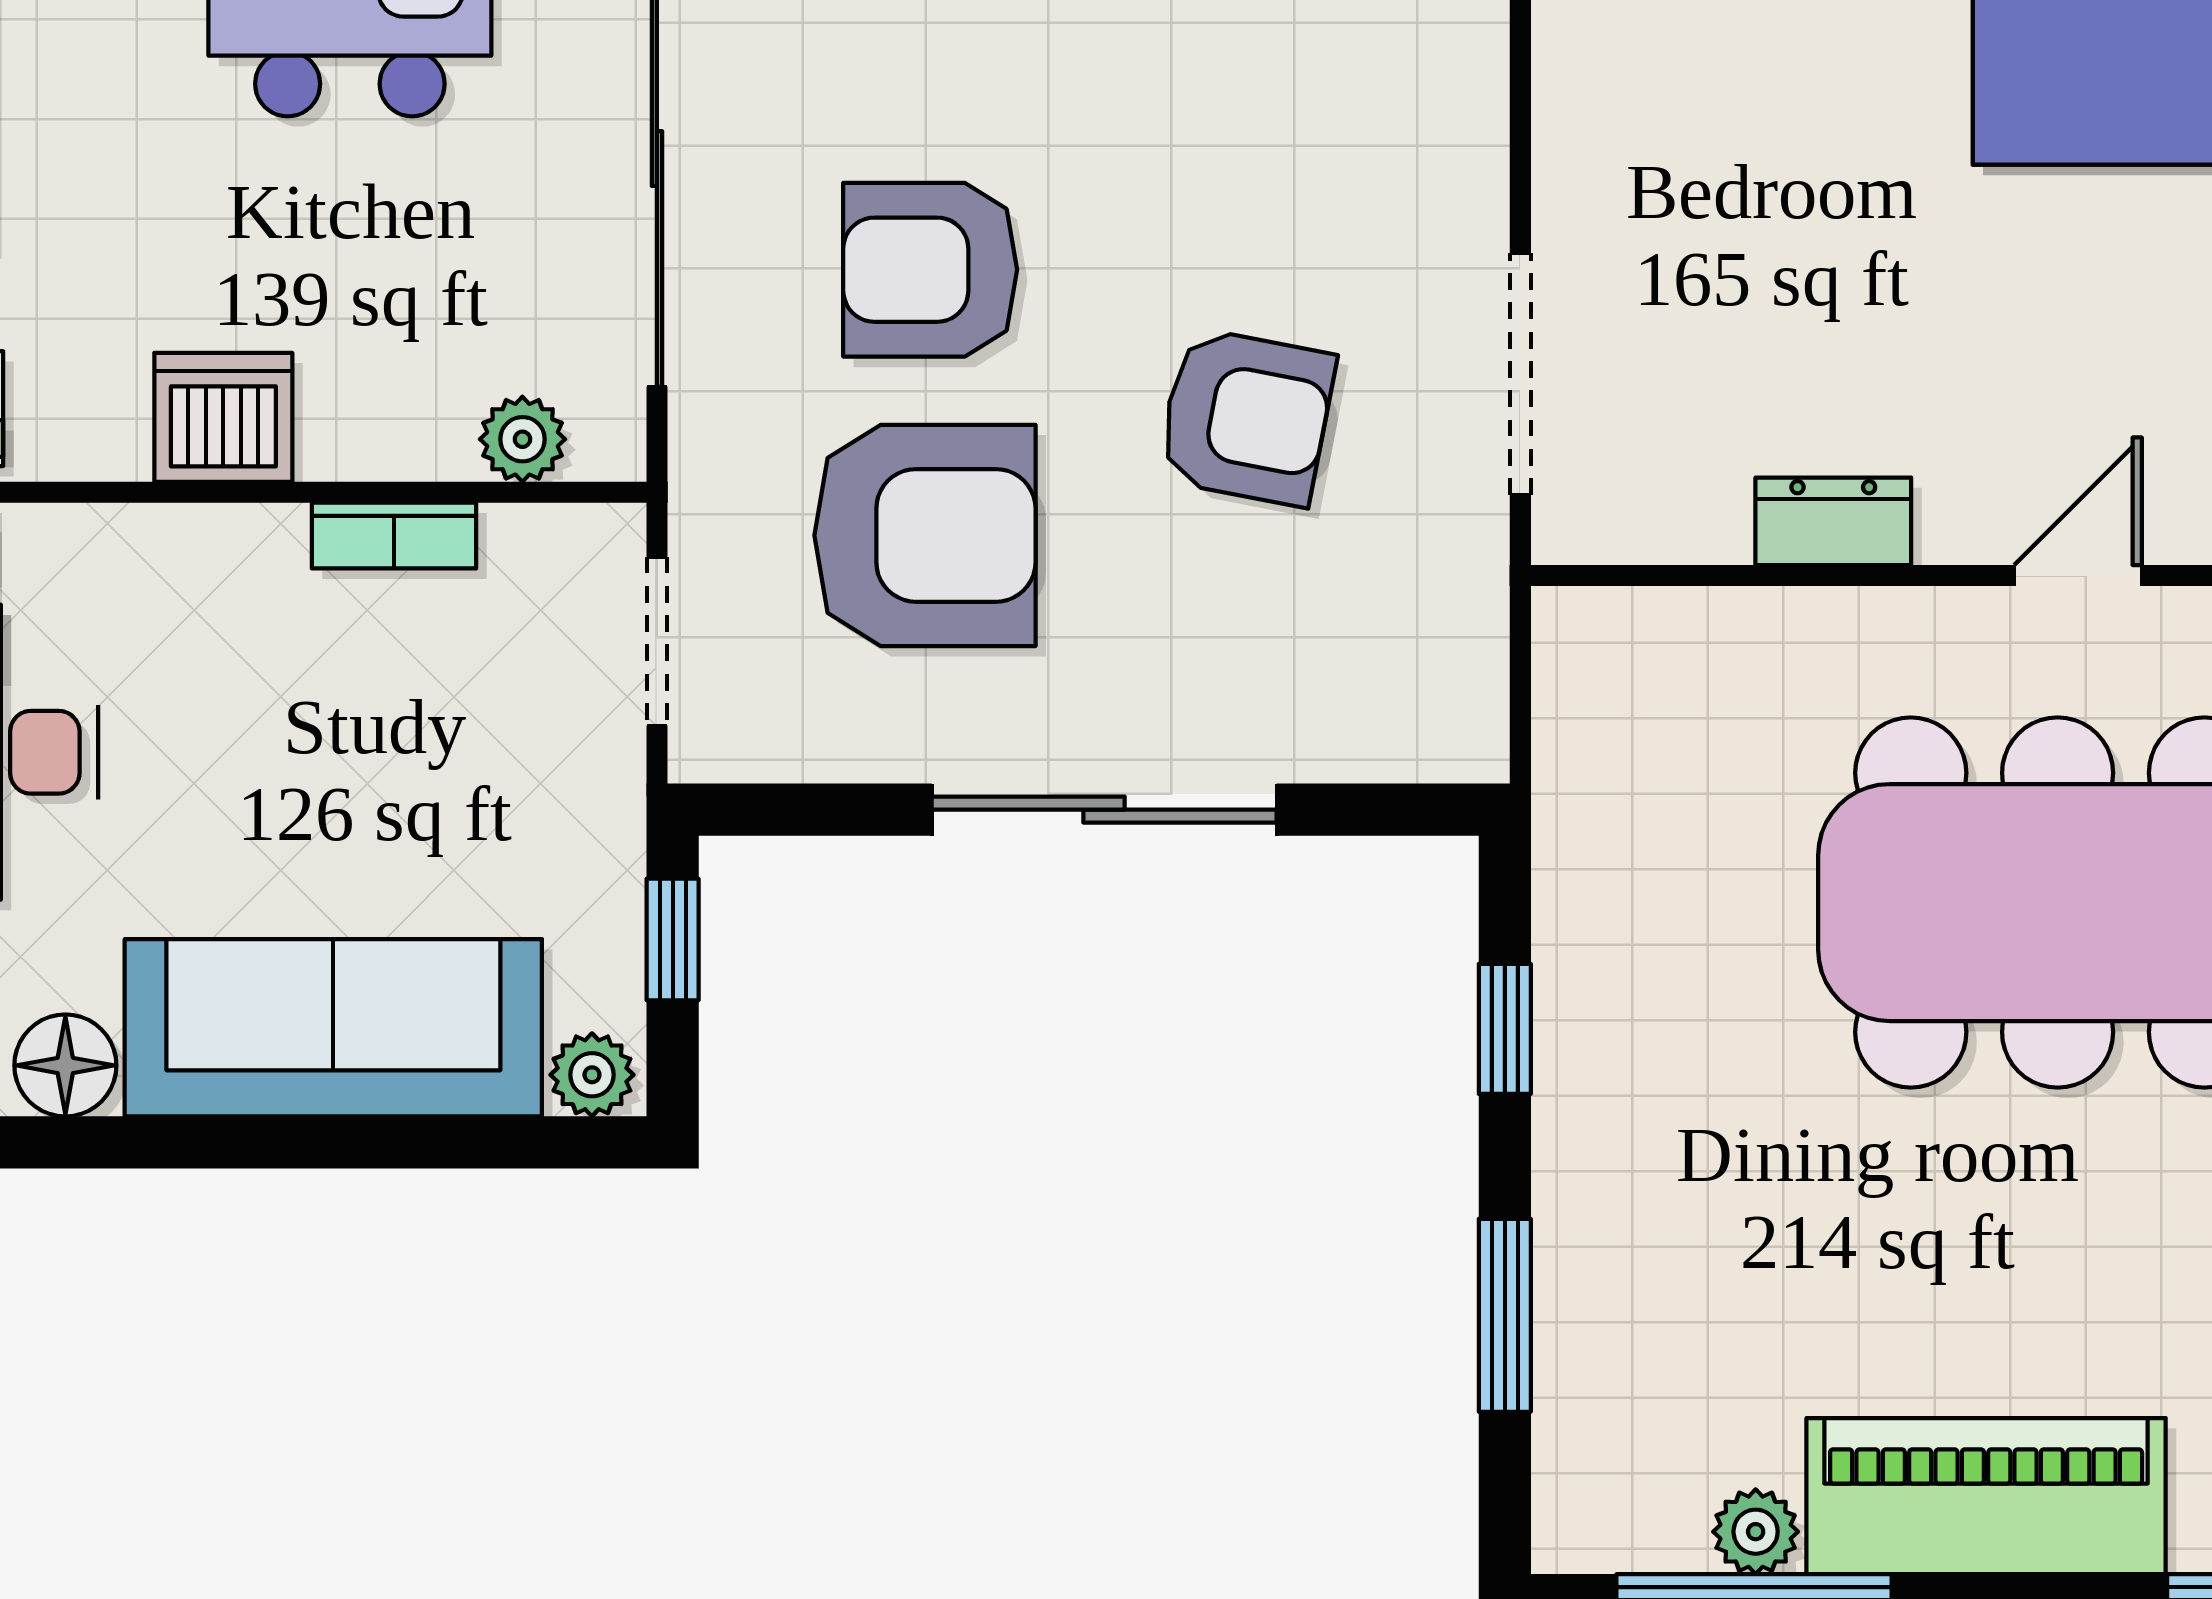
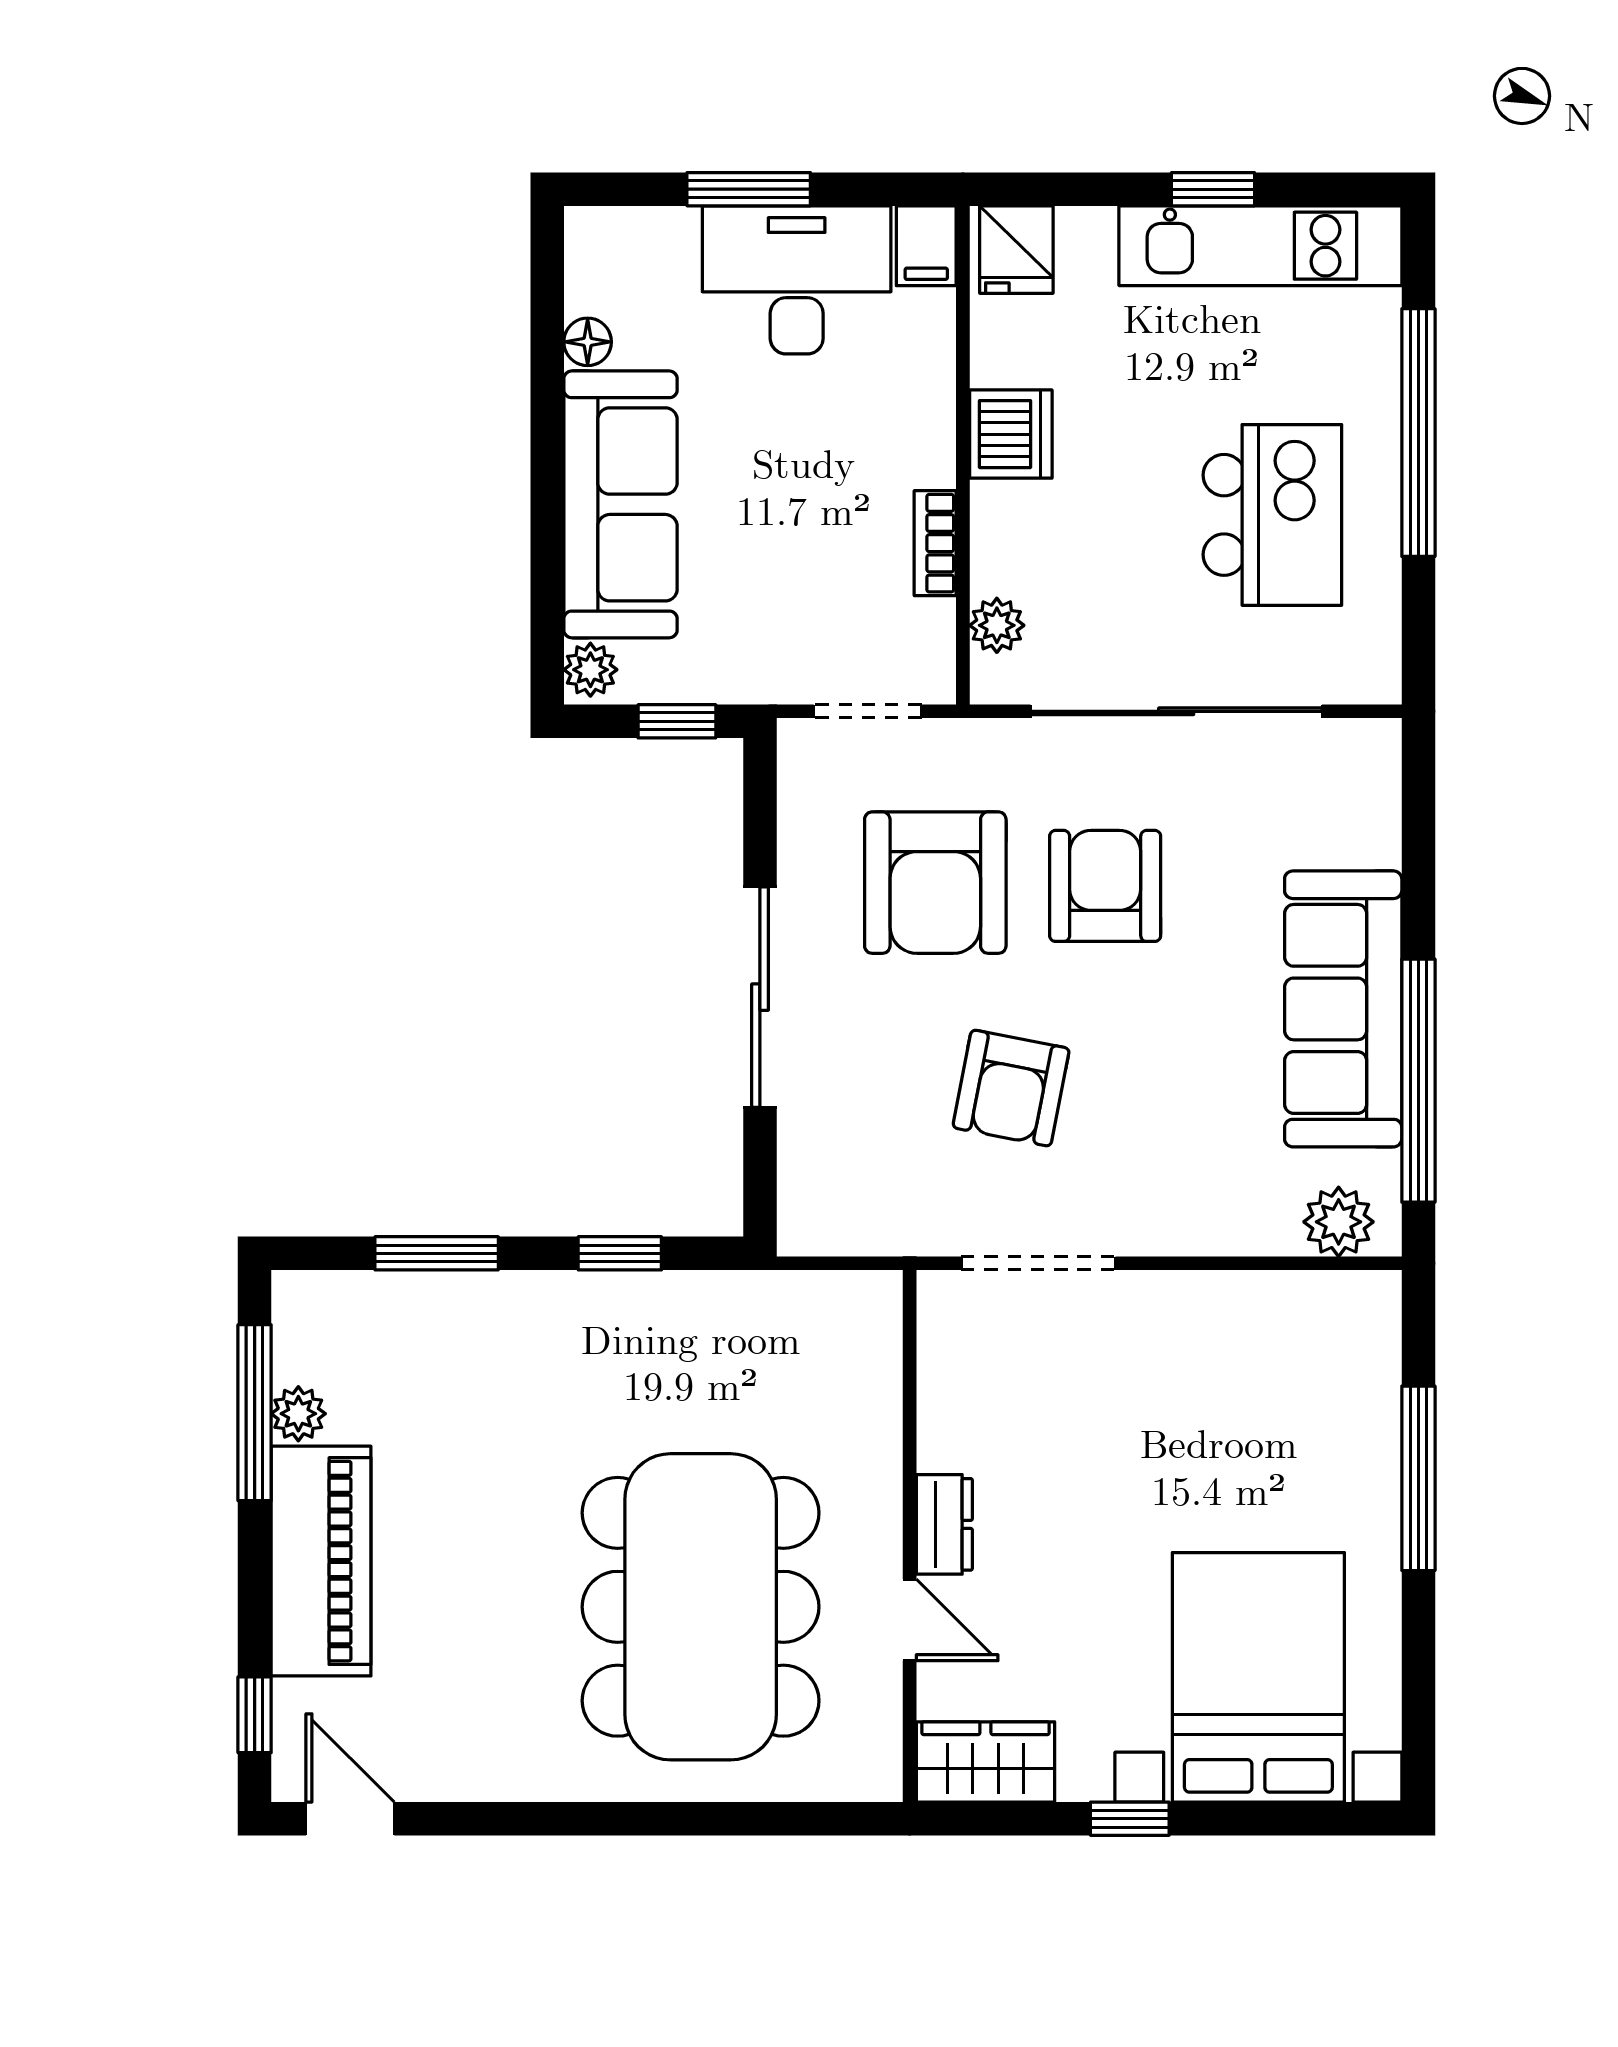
dresser: (1833, 521) -> (944, 1524), moved
floor lamp: (65, 1065) -> (588, 342), width x0.73, depth x0.73

